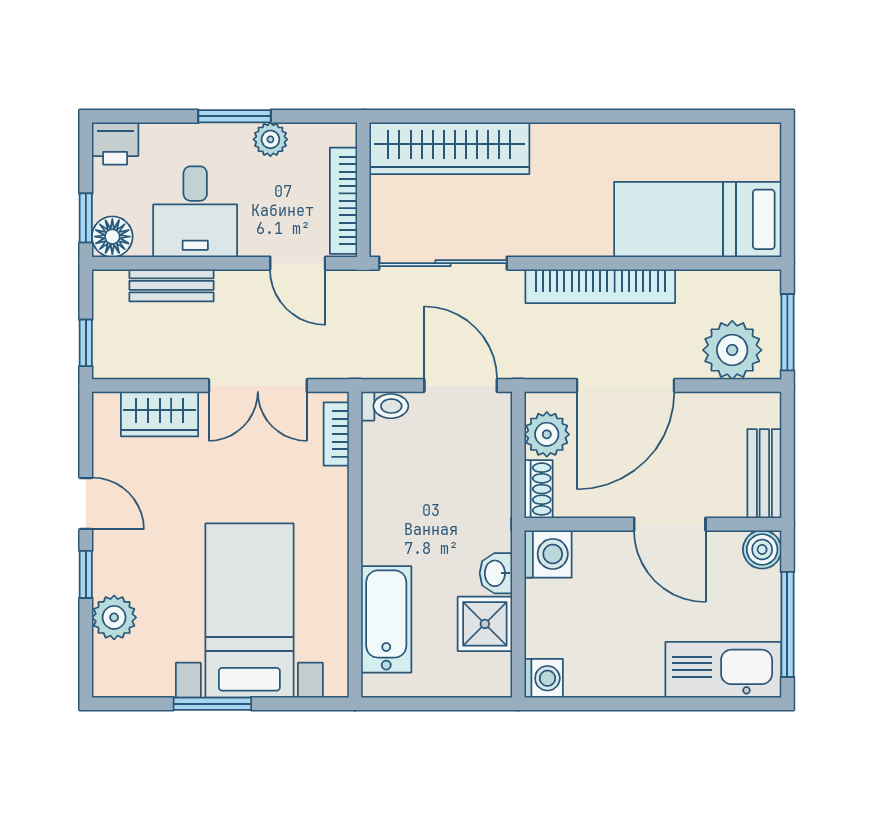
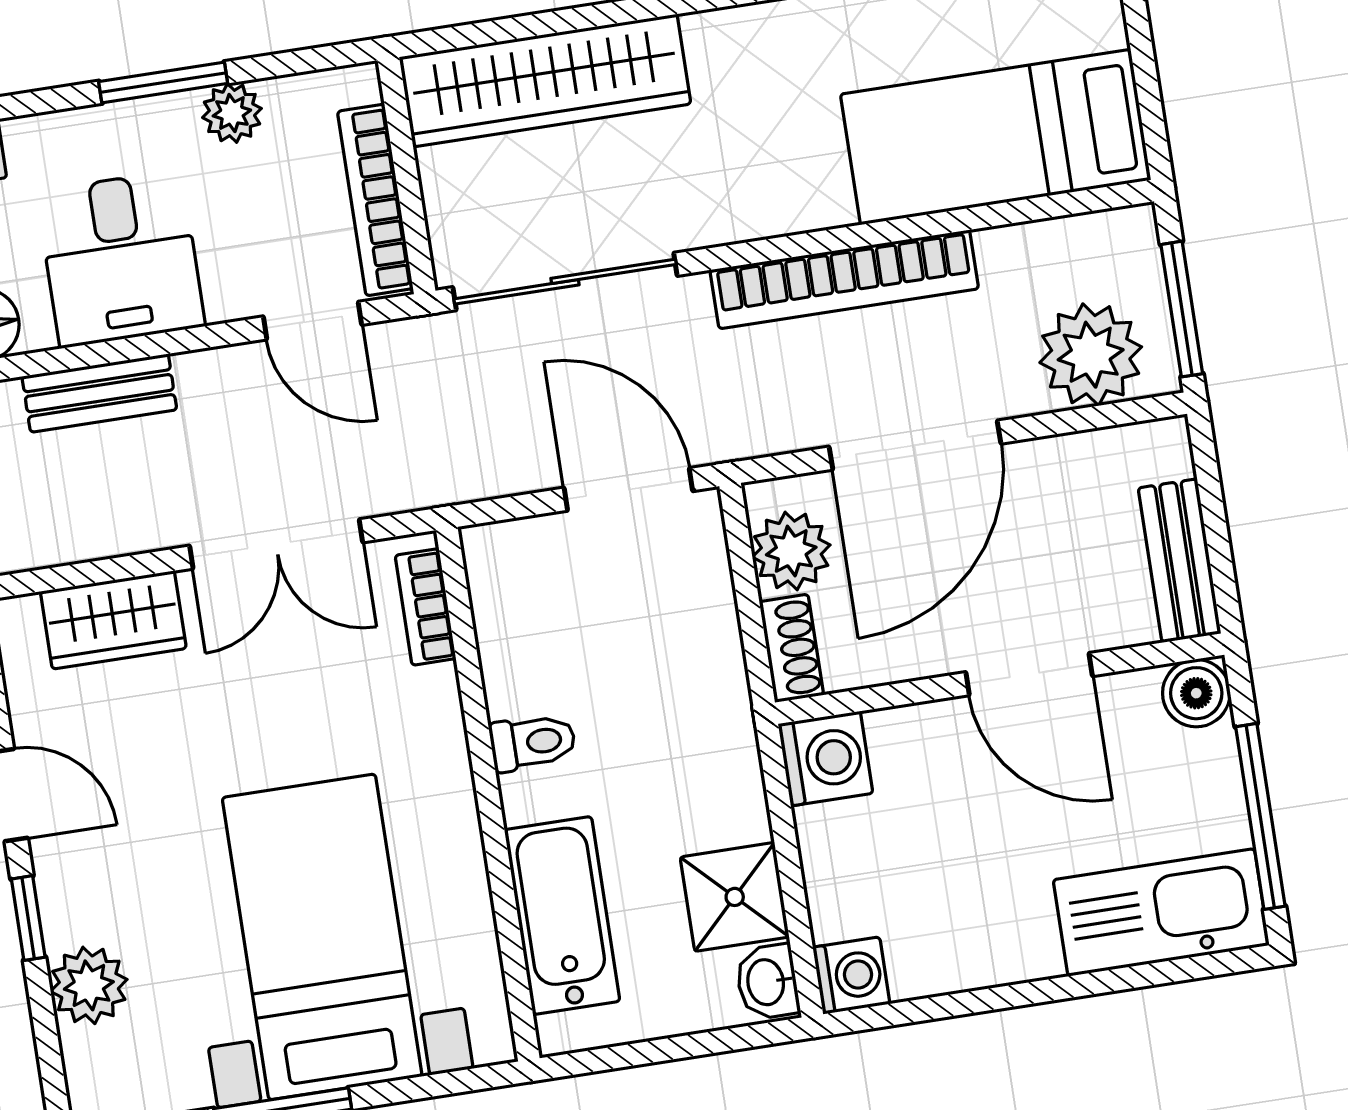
toilet: (385, 406) -> (533, 742), moved
washbasin: (496, 573) -> (767, 982), moved

